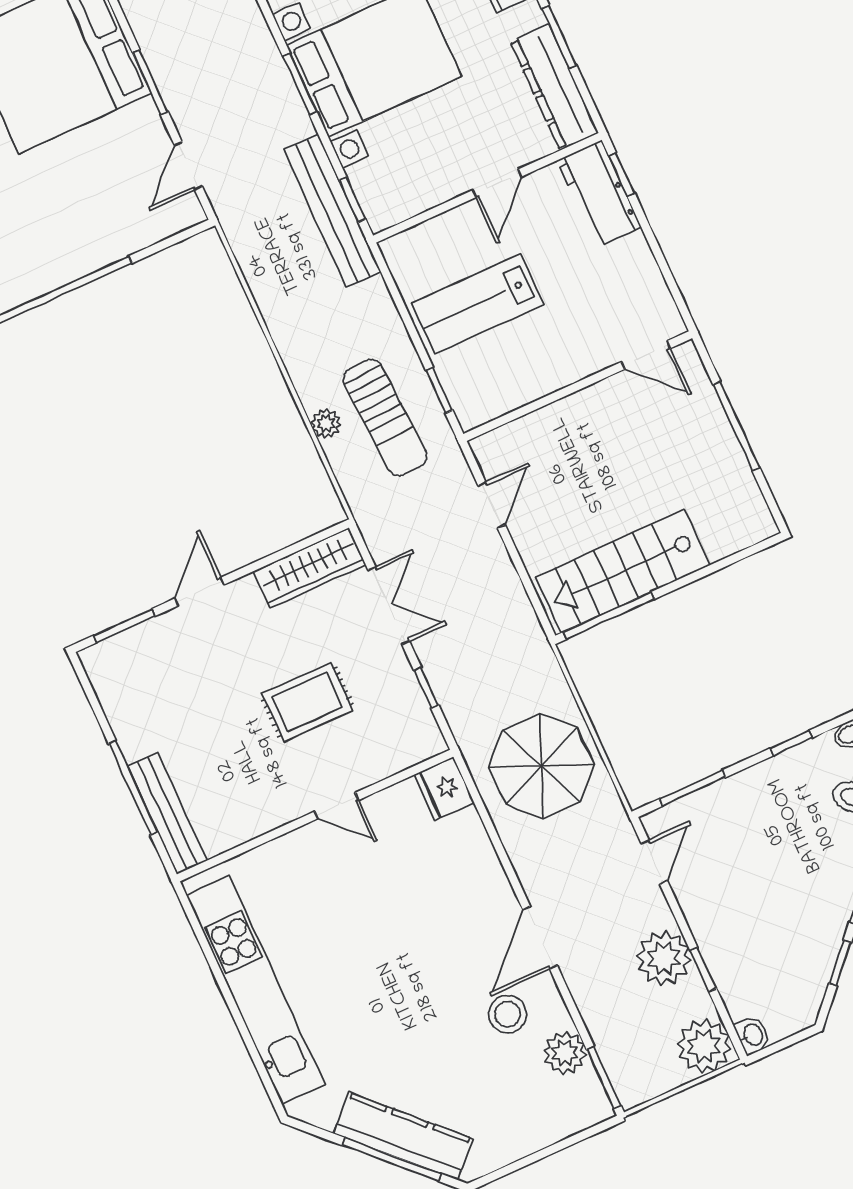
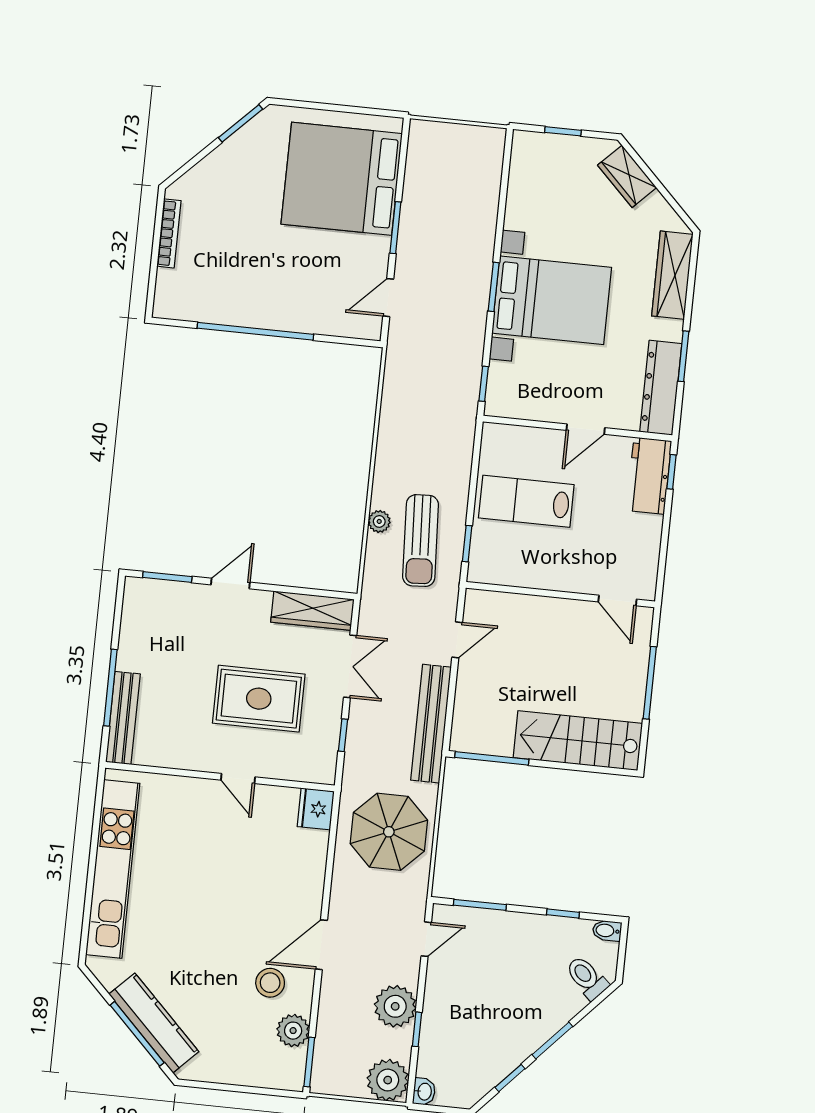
bench: (332, 211) -> (431, 724), moved
stairs: (623, 571) -> (578, 741), moved
rug: (307, 702) -> (259, 699), width x1.36, depth x1.43

